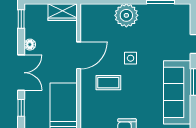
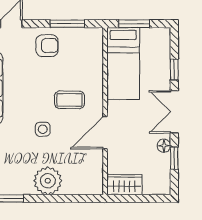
window: (21, 19) -> (174, 158), moved

